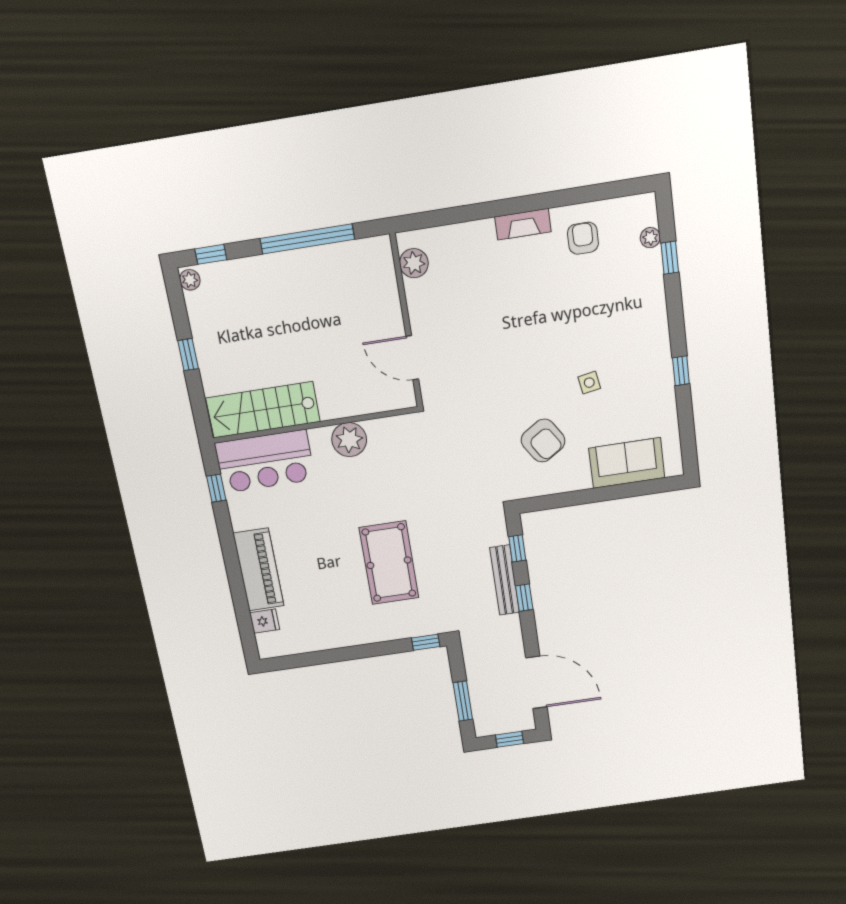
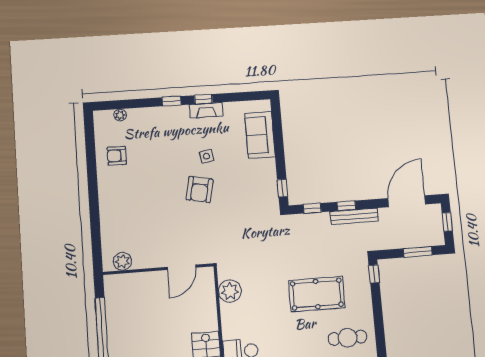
fireplace: (523, 224) -> (206, 110), moved, turned 90
window: (670, 258) -> (172, 101), moved
plant: (349, 440) -> (230, 291), moved
armchair: (543, 441) -> (200, 190), moved, turned 135
window: (545, 503) -> (283, 188), added
bench: (505, 580) -> (354, 216), moved
cafe table: (329, 610) -> (347, 338), added

